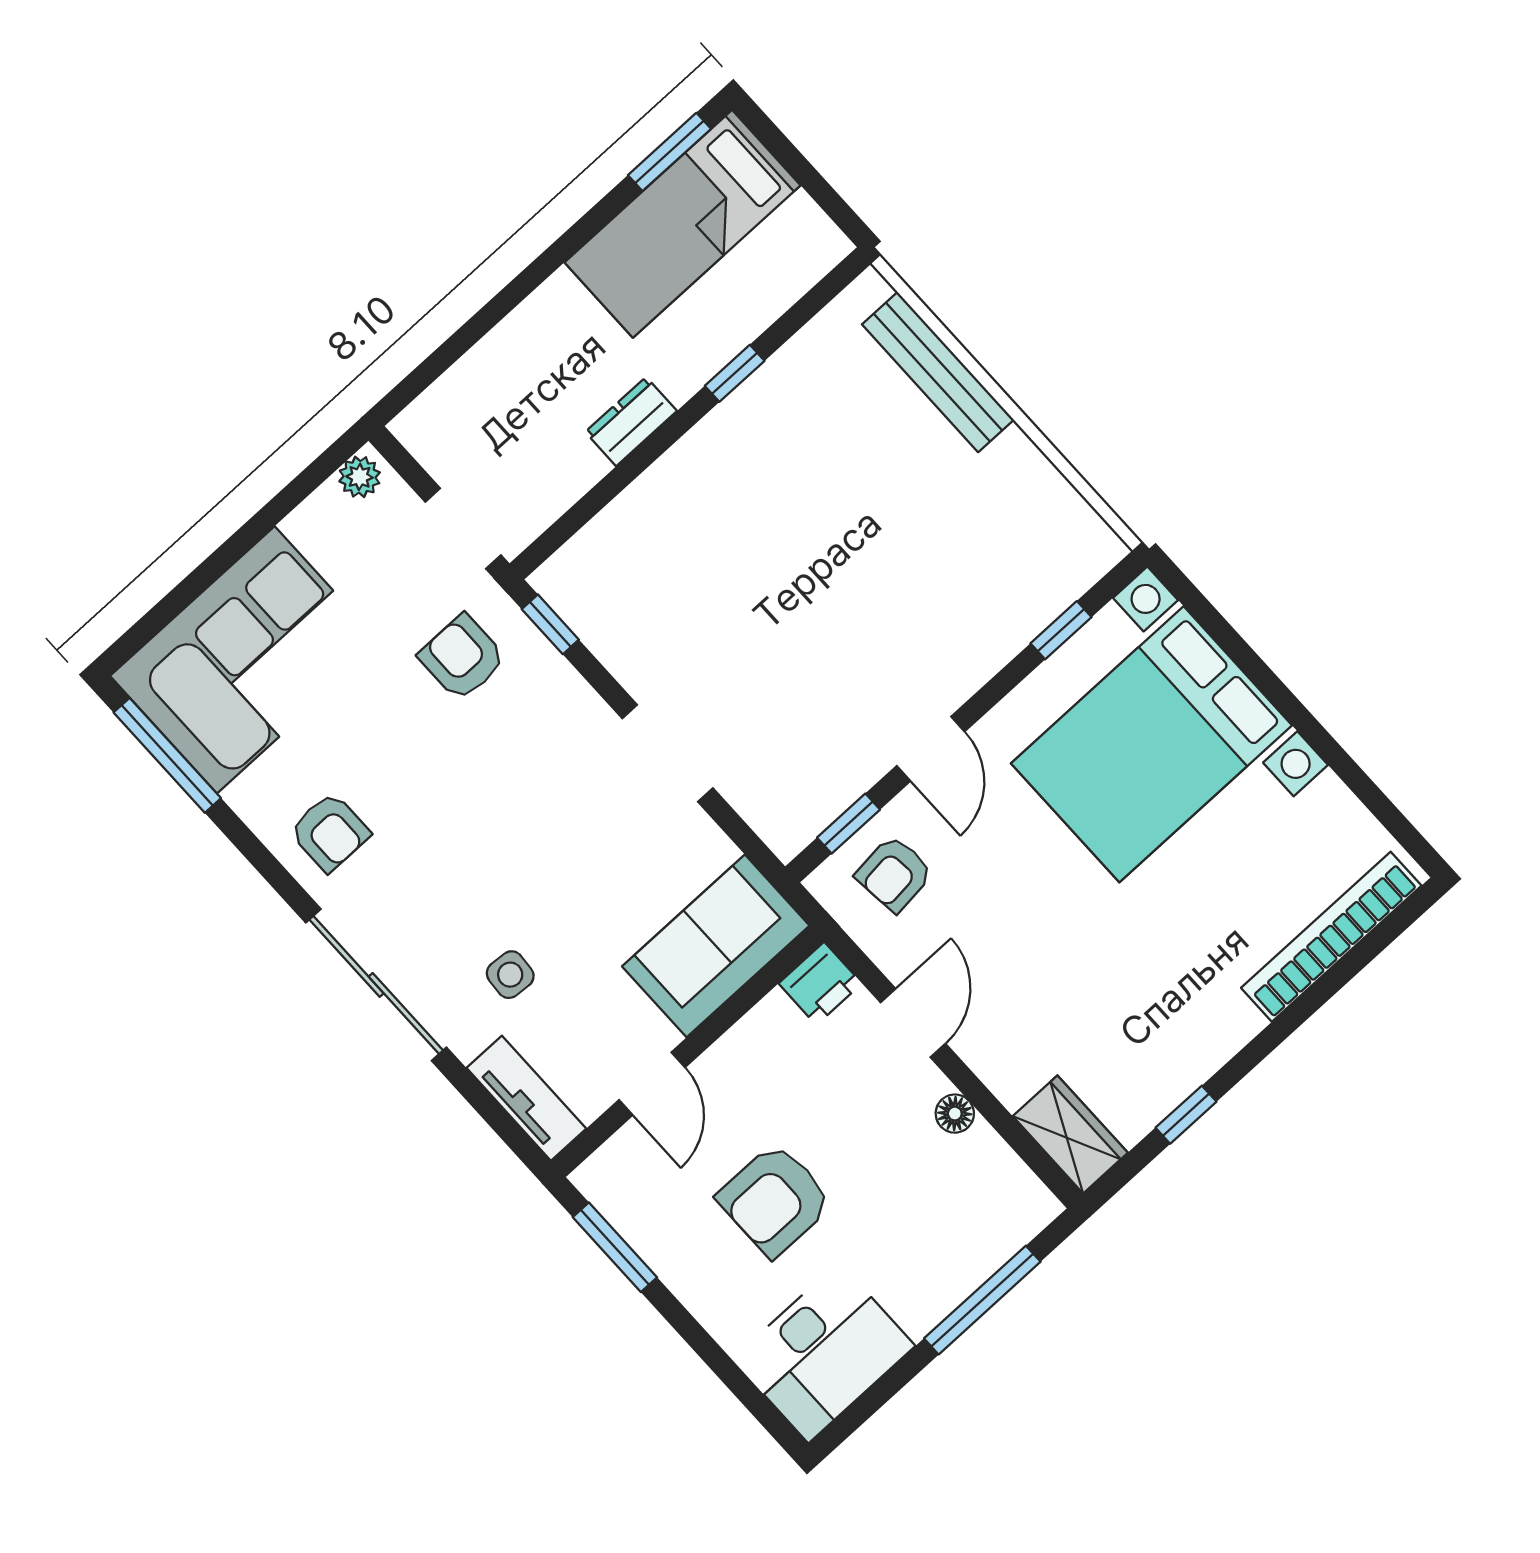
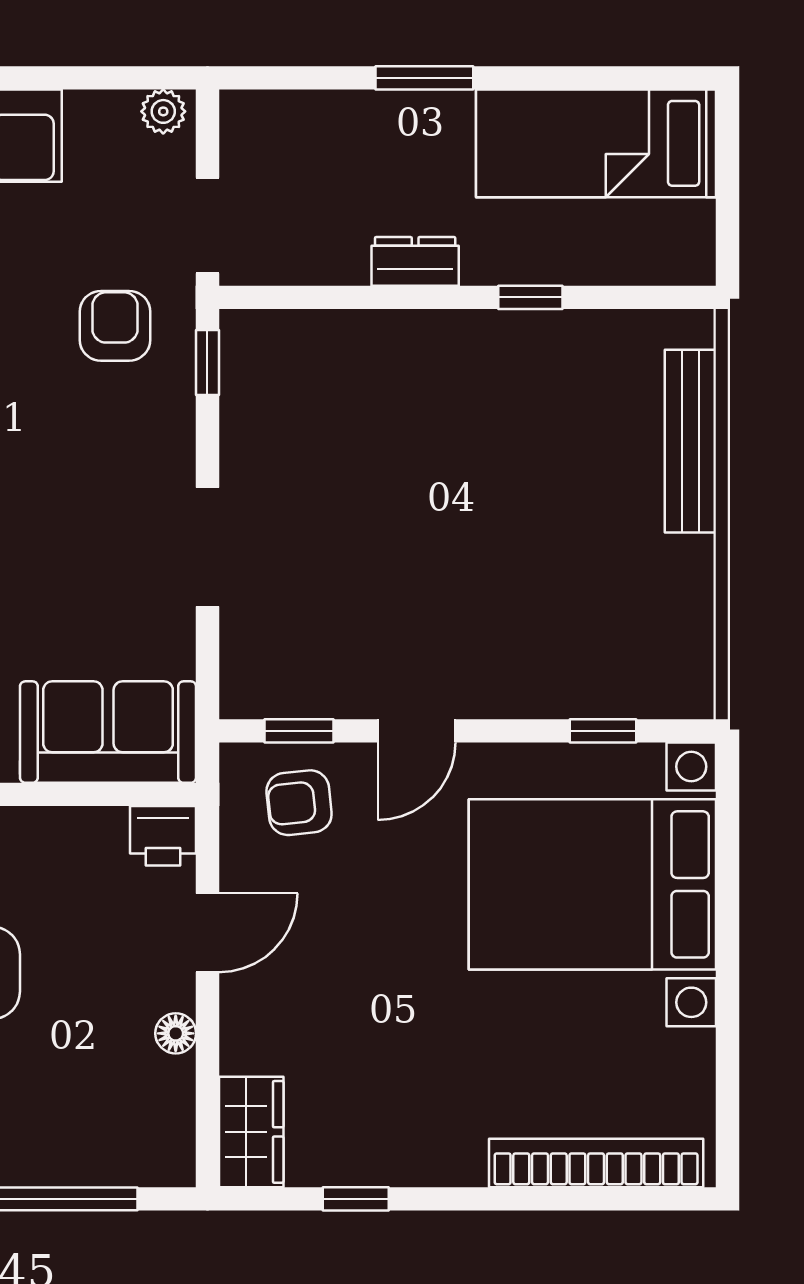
window: (669, 152) -> (424, 78), moved

